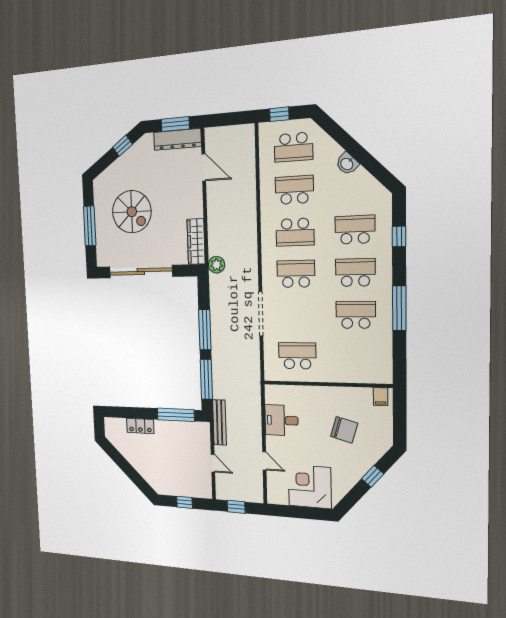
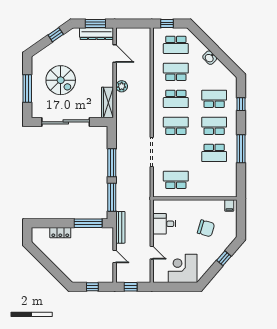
plant: (217, 265) -> (122, 86), moved
school desk: (356, 315) -> (214, 153), turned 180

